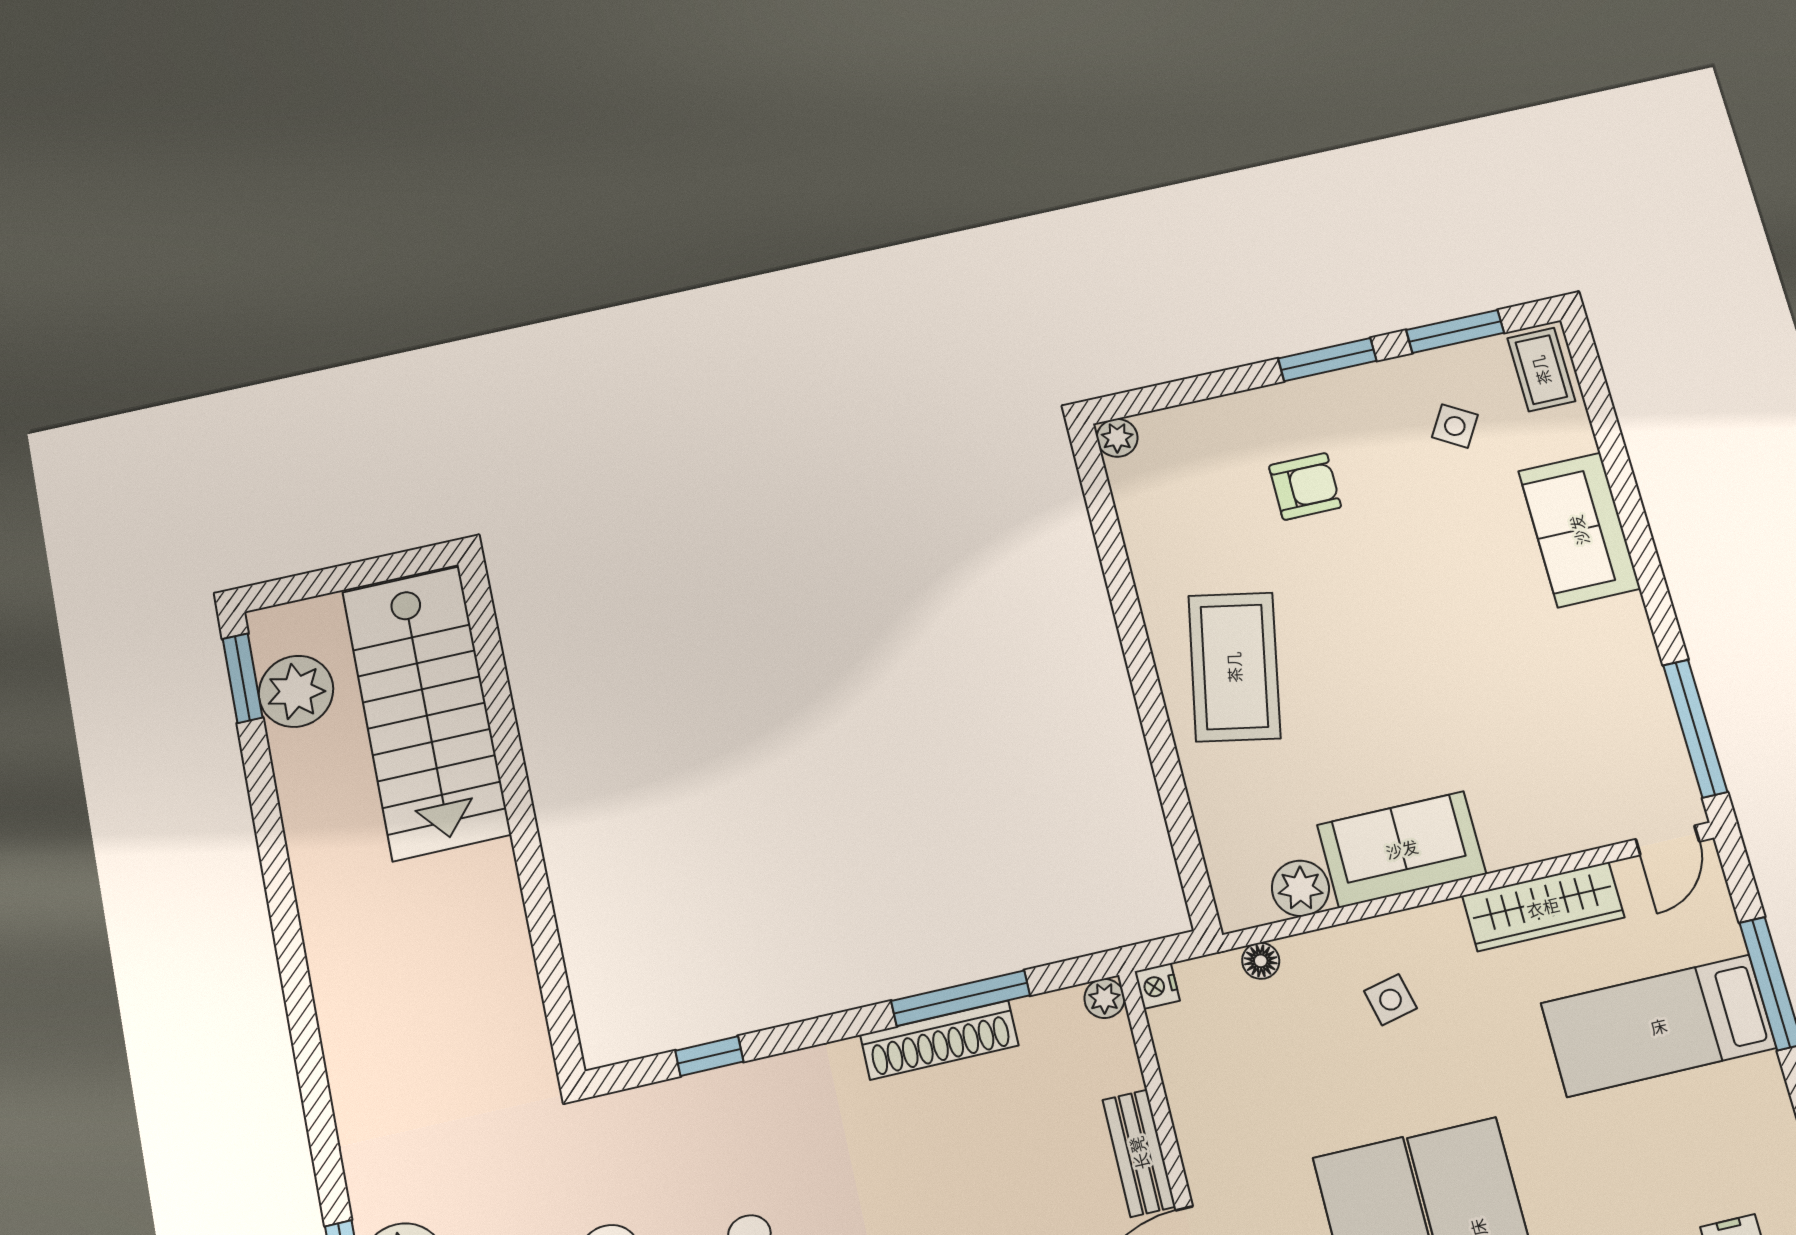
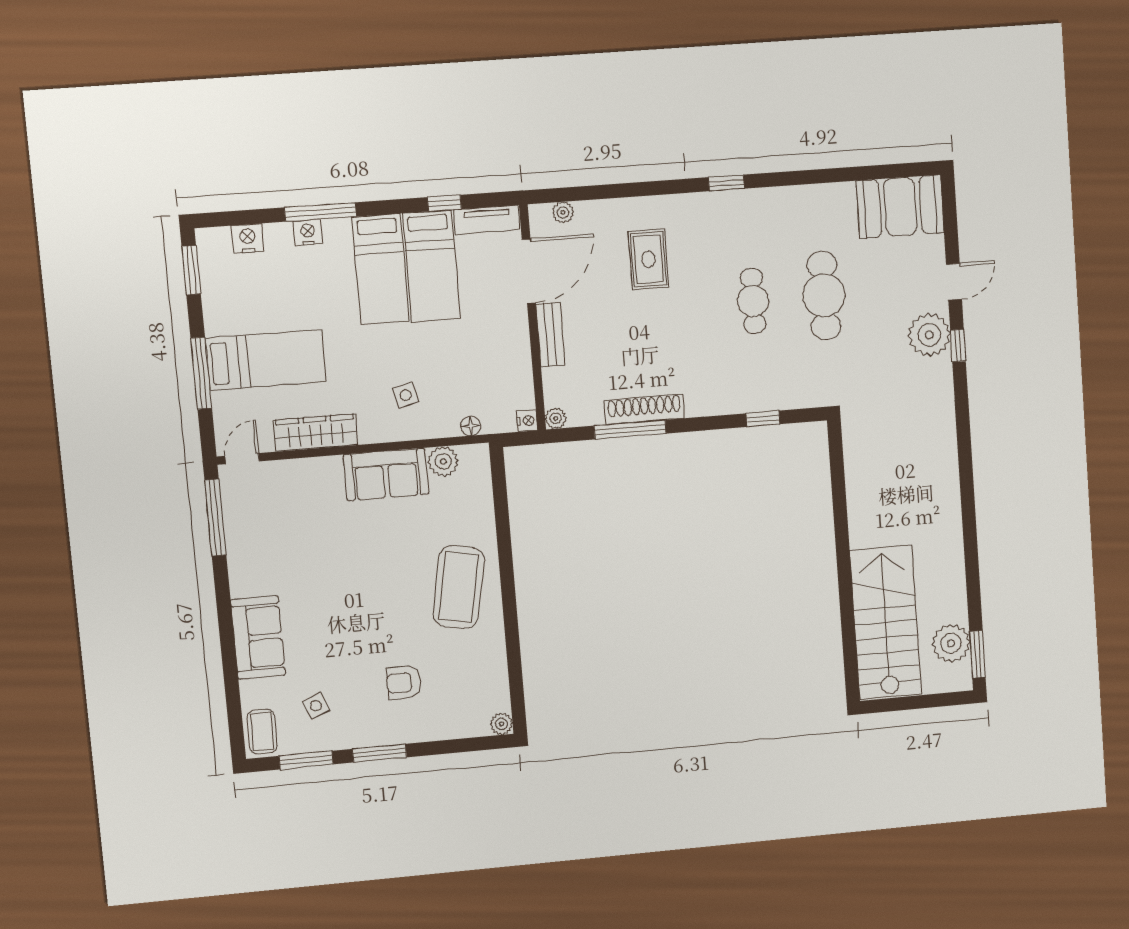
side table: (1455, 426) -> (316, 706), turned 37

